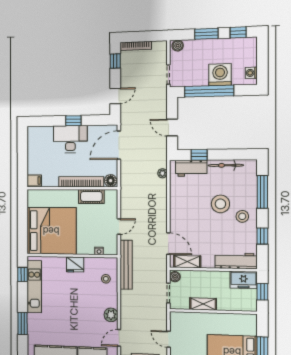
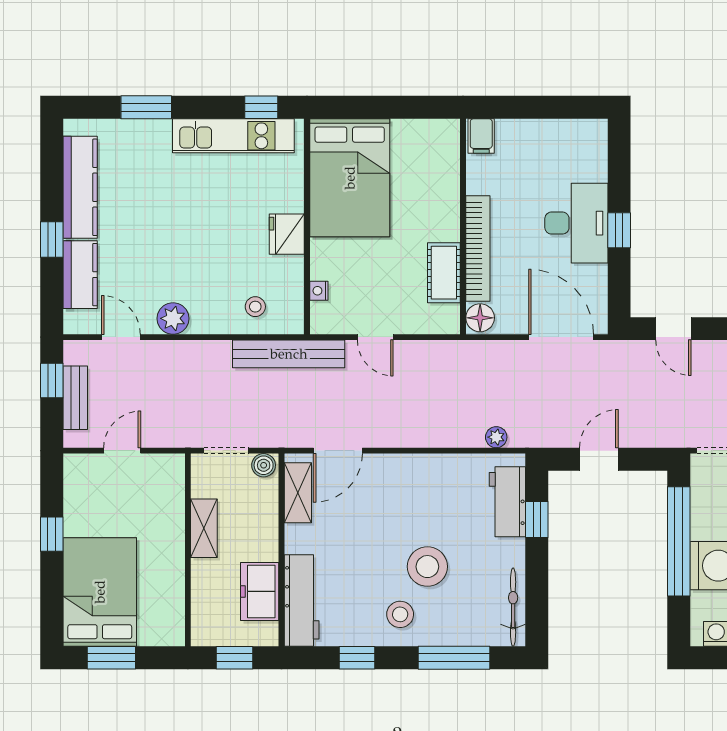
bicycle: (226, 165) -> (513, 607), moved
bed: (51, 231) -> (350, 178), width x0.73
freezer: (244, 280) -> (260, 591), moved

